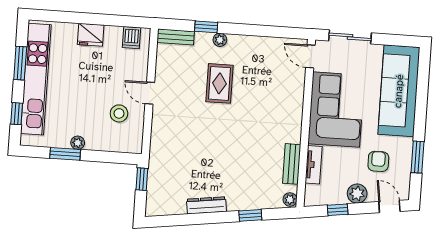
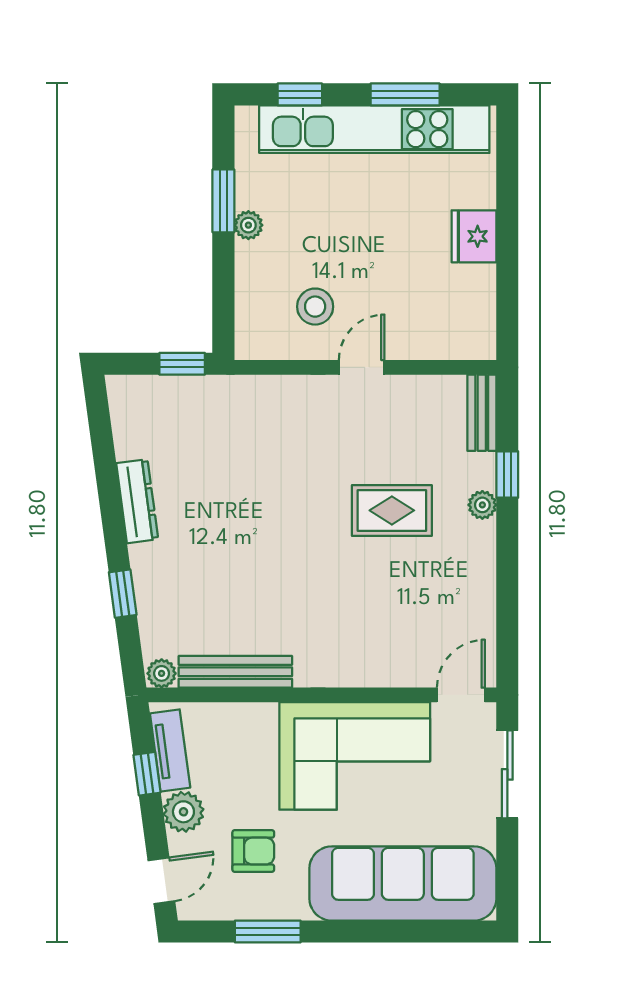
dishwasher: (131, 38) -> (474, 321), removed
bench: (292, 164) -> (235, 672), width x1.36
tv unit: (314, 165) -> (170, 750), moved, turned -98

